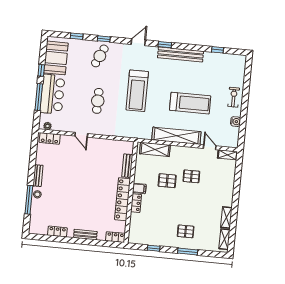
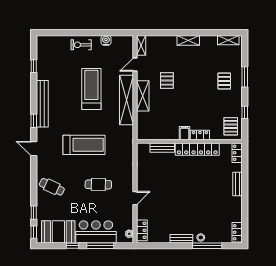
window: (104, 39) -> (34, 232), moved
shelving: (155, 149) -> (143, 96), moved
pallet: (167, 181) -> (231, 126), moved
shelving: (226, 218) -> (188, 40), moved
locker: (57, 232) -> (237, 232), moved

